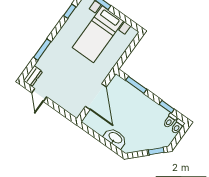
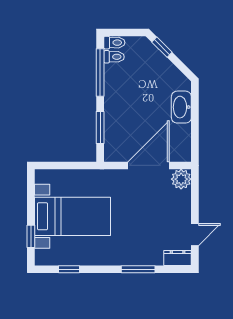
window: (167, 107) -> (100, 73), width x2.17
plant: (75, 109) -> (181, 179), added

